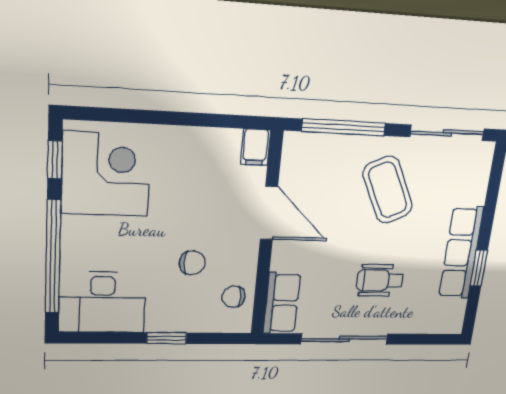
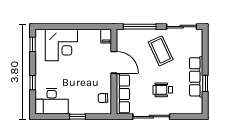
corner desk: (106, 174) -> (61, 45), moved, turned 90
window: (53, 257) -> (33, 83), width x0.32
chair: (192, 263) -> (85, 84), removed
row of seats: (282, 303) -> (123, 94), width x1.48

